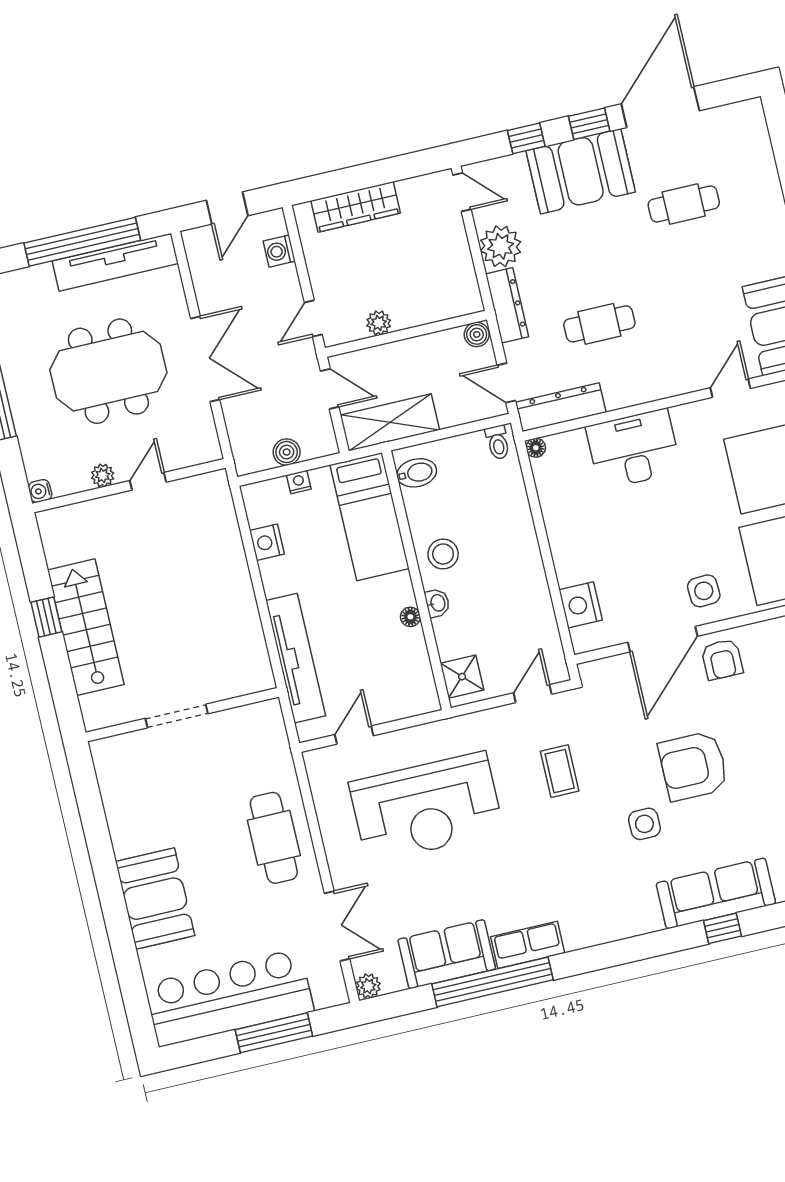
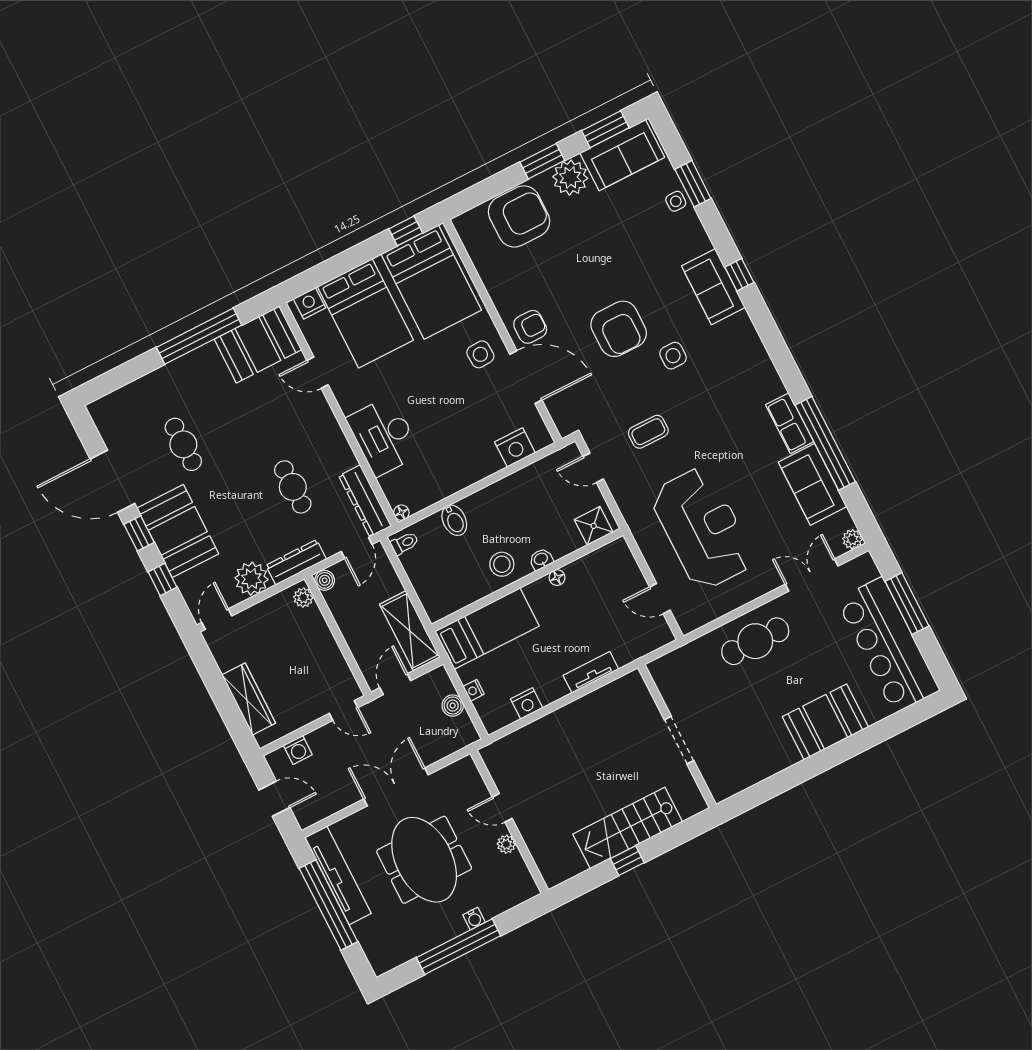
plant: (379, 323) -> (303, 597), moved
bidet: (417, 473) -> (454, 520), moved, turned 180
water cooler: (40, 491) -> (474, 919), moved
tv unit: (296, 658) -> (591, 672), width x0.52, depth x0.78
sofa: (716, 893) -> (713, 287), width x0.73

